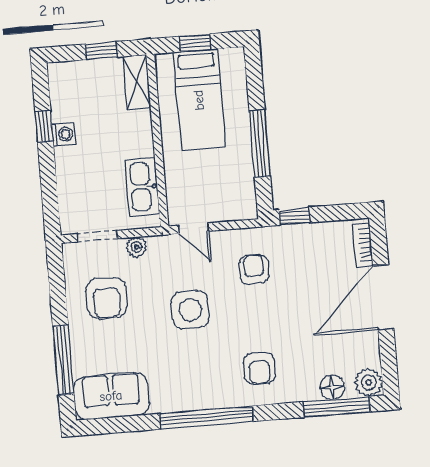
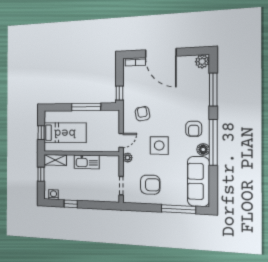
washing machine: (63, 134) -> (53, 195), moved
kitchen sink: (142, 187) -> (87, 162), moved
plant: (136, 247) -> (128, 158), moved
armchair: (254, 269) -> (143, 114), turned 80
armchair: (259, 368) -> (194, 129), moved, turned 90
floor lamp: (332, 387) -> (203, 149), moved
sofa: (111, 396) -> (198, 181), width x1.36
window: (337, 407) -> (213, 90), moved

